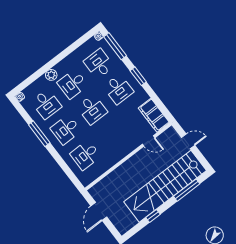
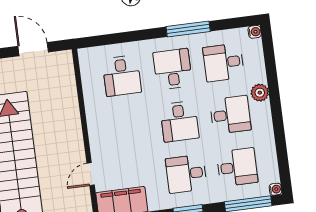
desk: (73, 84) -> (230, 115), turned 90
desk: (92, 109) -> (179, 121), turned -90
desk: (85, 155) -> (122, 76), turned 180

